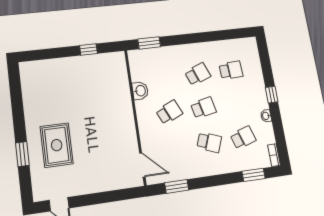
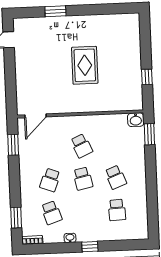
washbasin: (140, 91) -> (136, 120), moved
rug: (57, 145) -> (85, 65), moved, turned 90

